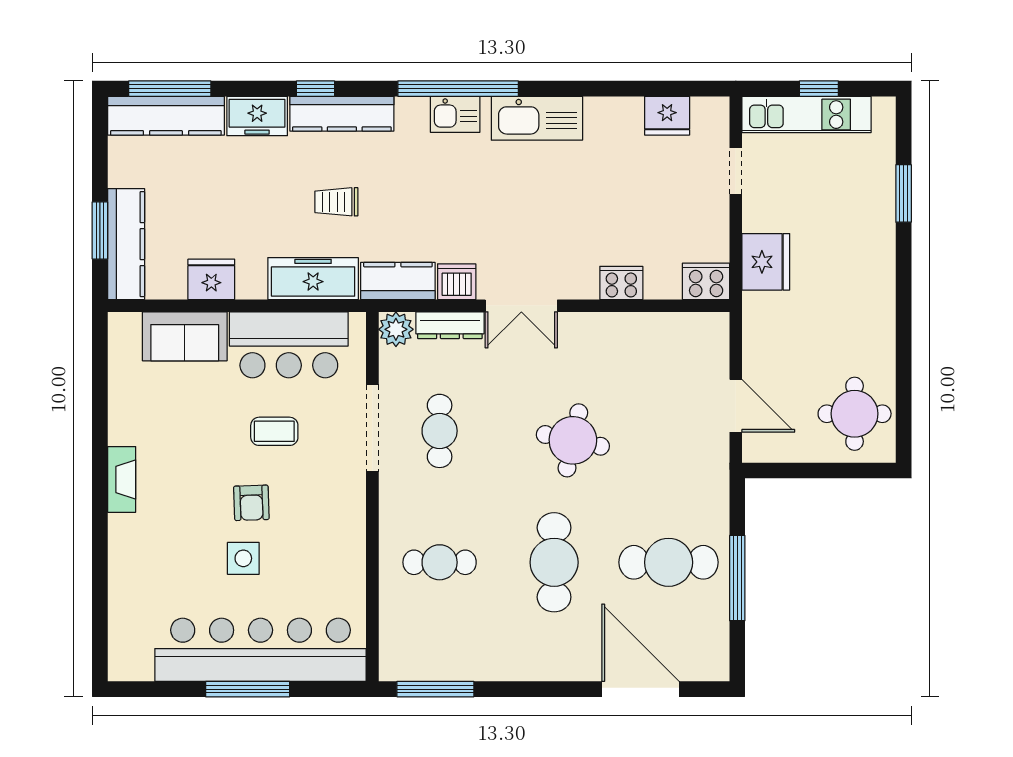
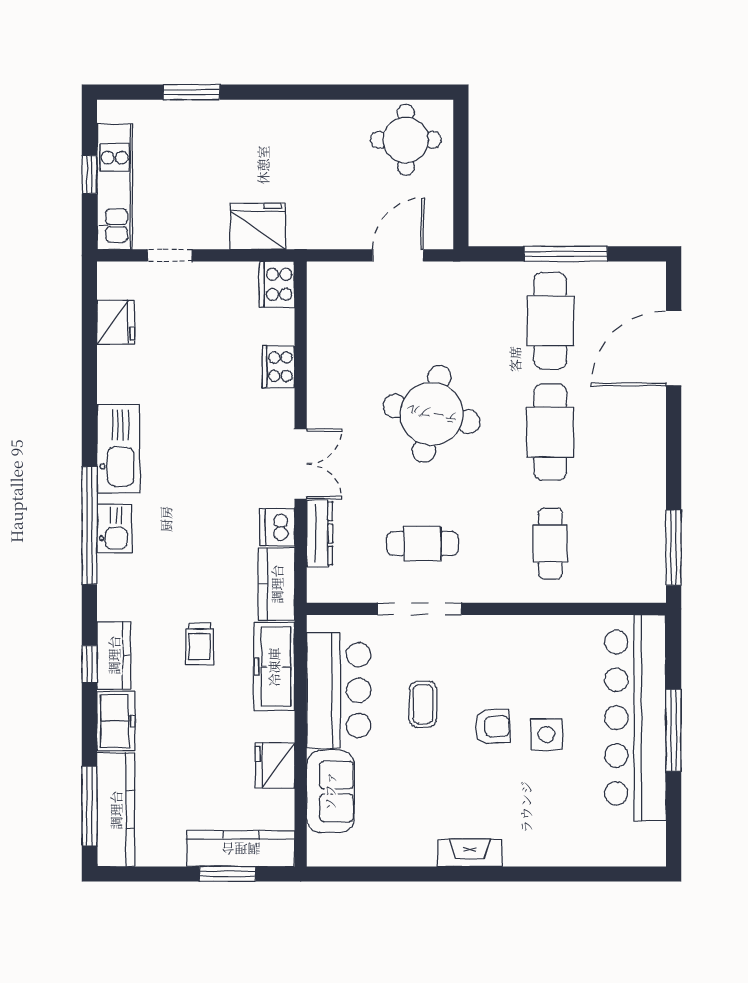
kitchen counter: (342, 114) -> (114, 655), width x0.67
plant: (396, 329) -> (324, 586), removed
round table: (573, 440) -> (432, 414), width x1.36, depth x1.36
cafe table: (554, 562) -> (550, 432), turned 90

